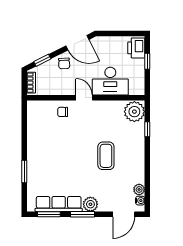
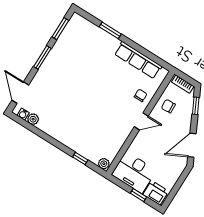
chair: (64, 63) -> (168, 106), moved
desk: (110, 81) -> (134, 172), moved, turned -90
plant: (134, 112) -> (104, 164), width x0.53, depth x0.53
coffee table: (106, 156) -> (80, 109), removed
row of seats: (59, 204) -> (138, 60), moved, turned 90
plant: (90, 204) -> (47, 70), removed

